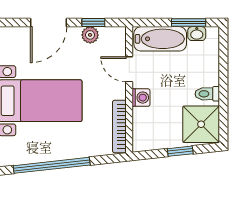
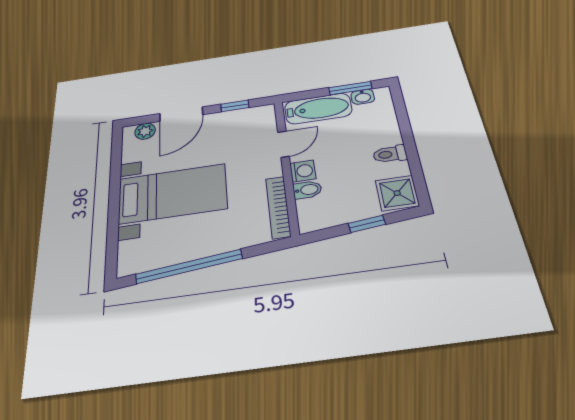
plant: (90, 35) -> (145, 131), moved
door: (129, 69) -> (284, 144), swing flipped
bidet: (142, 115) -> (307, 190), added
shower: (201, 124) -> (397, 193), width x0.73, depth x0.73

